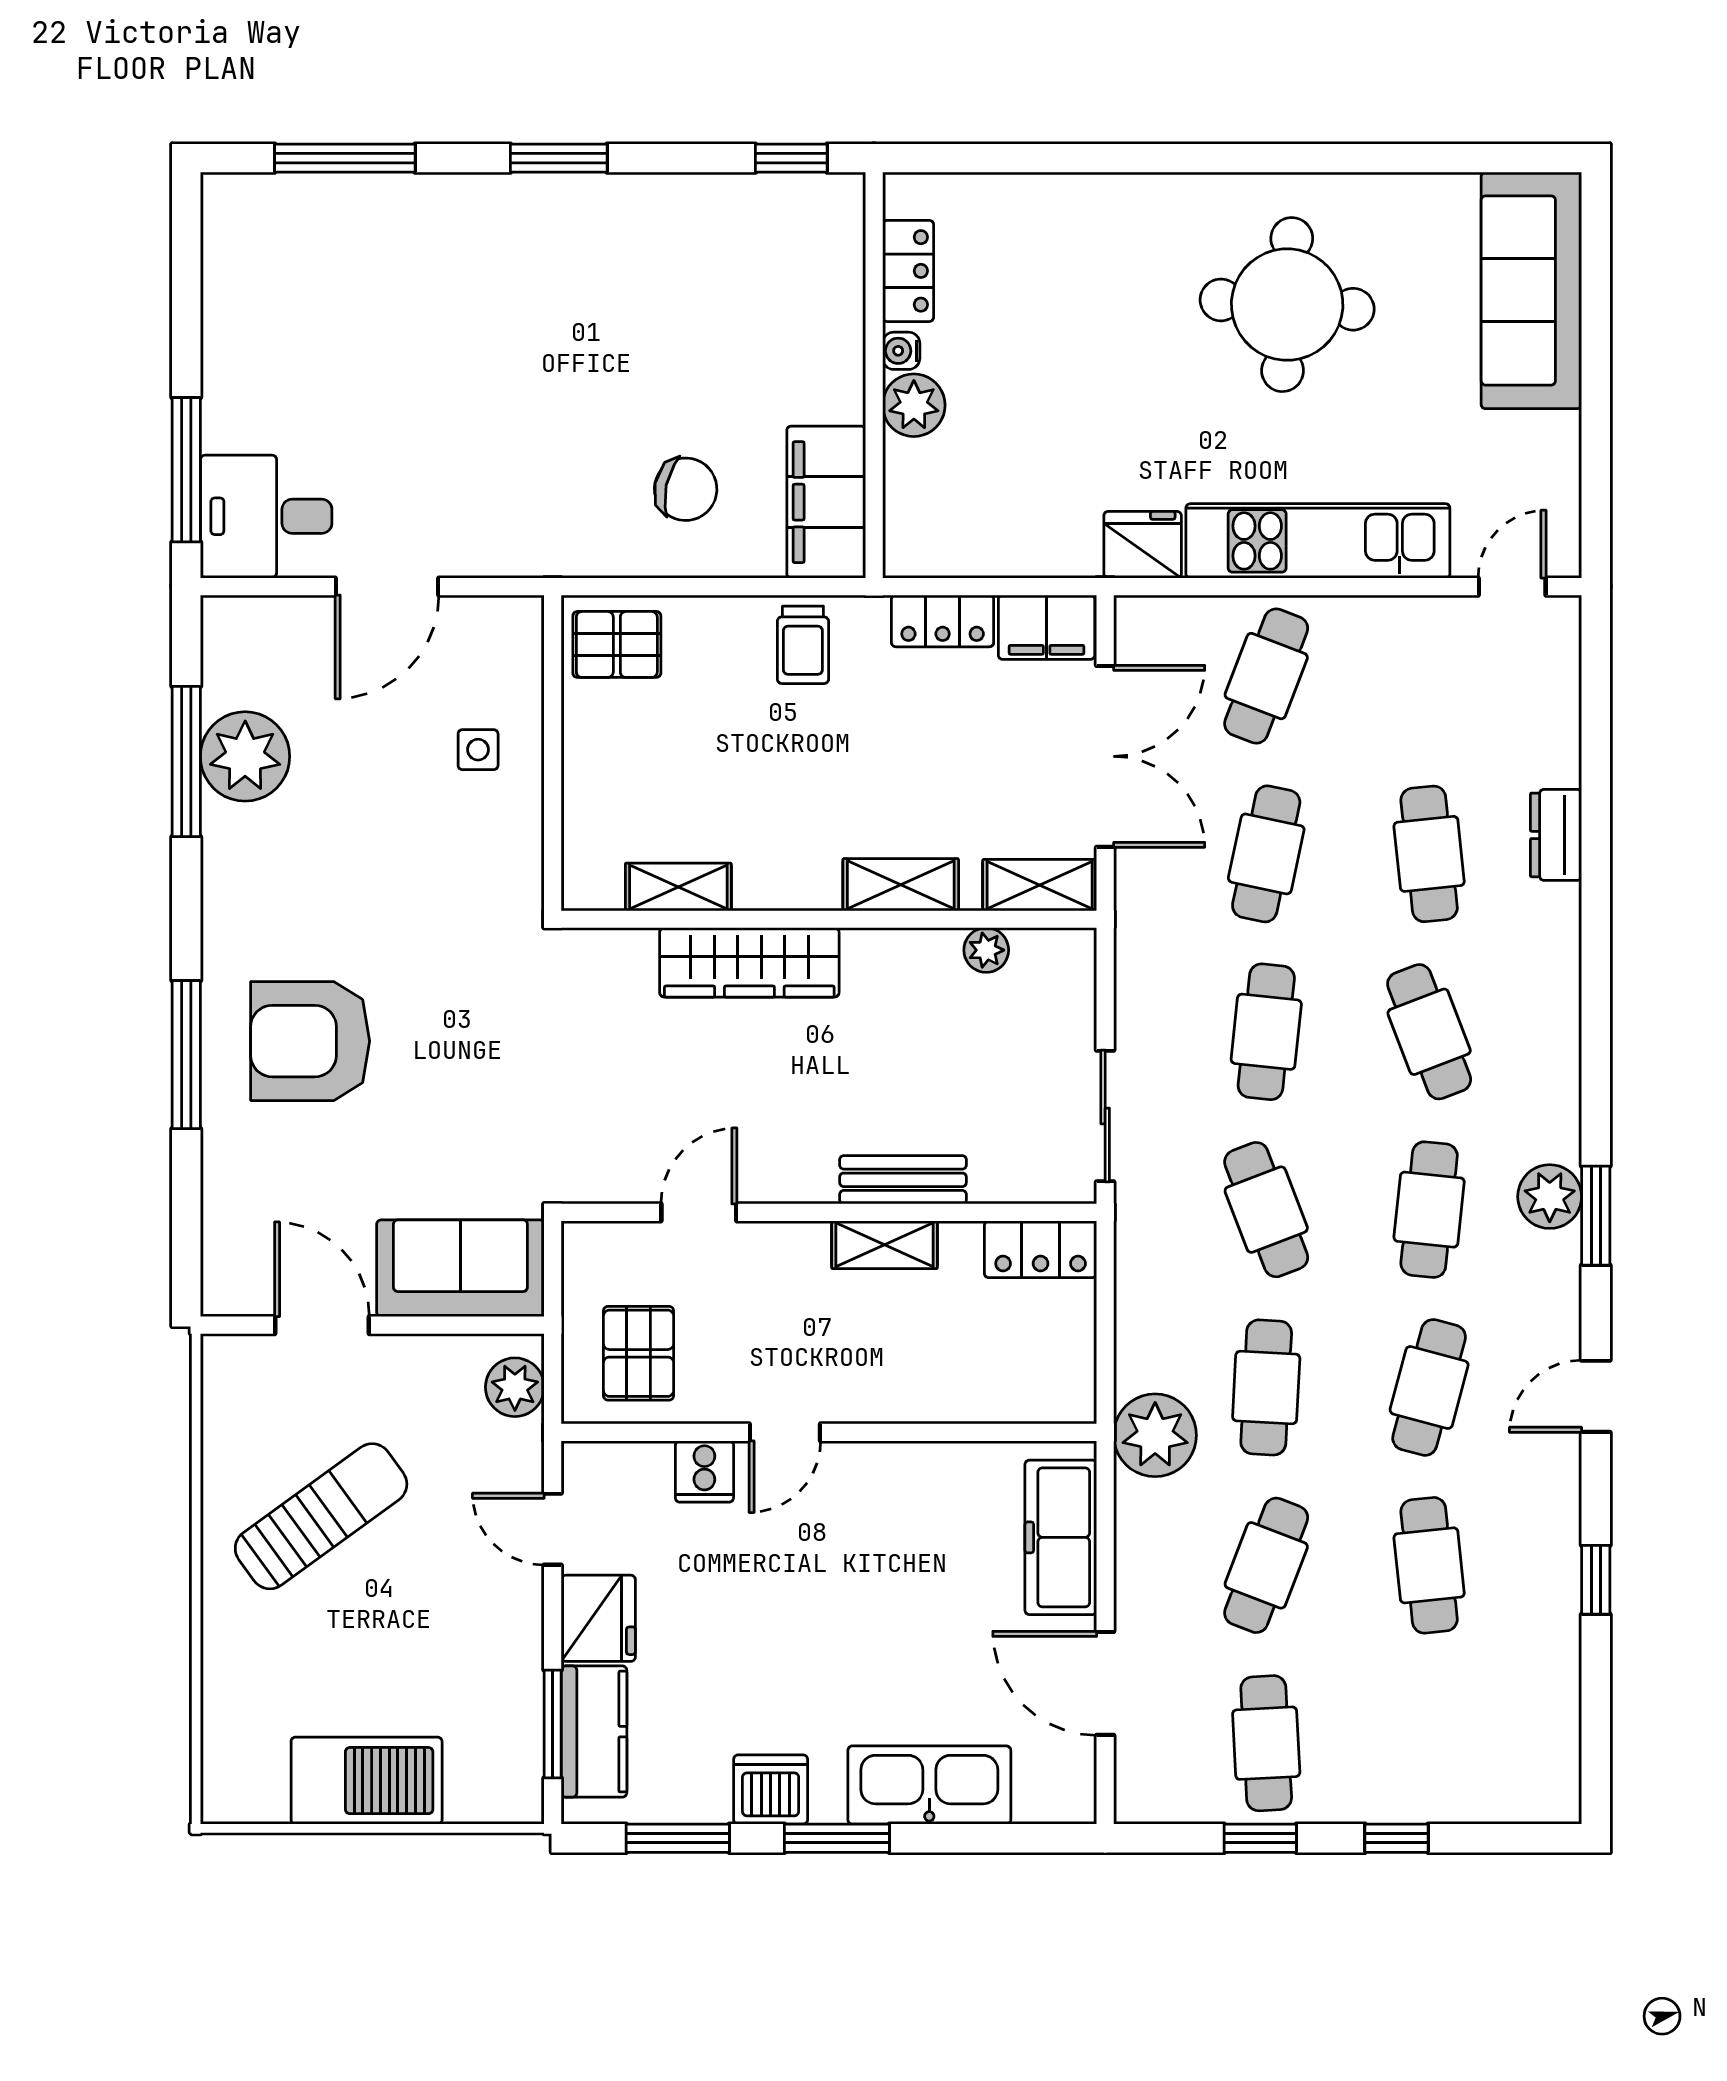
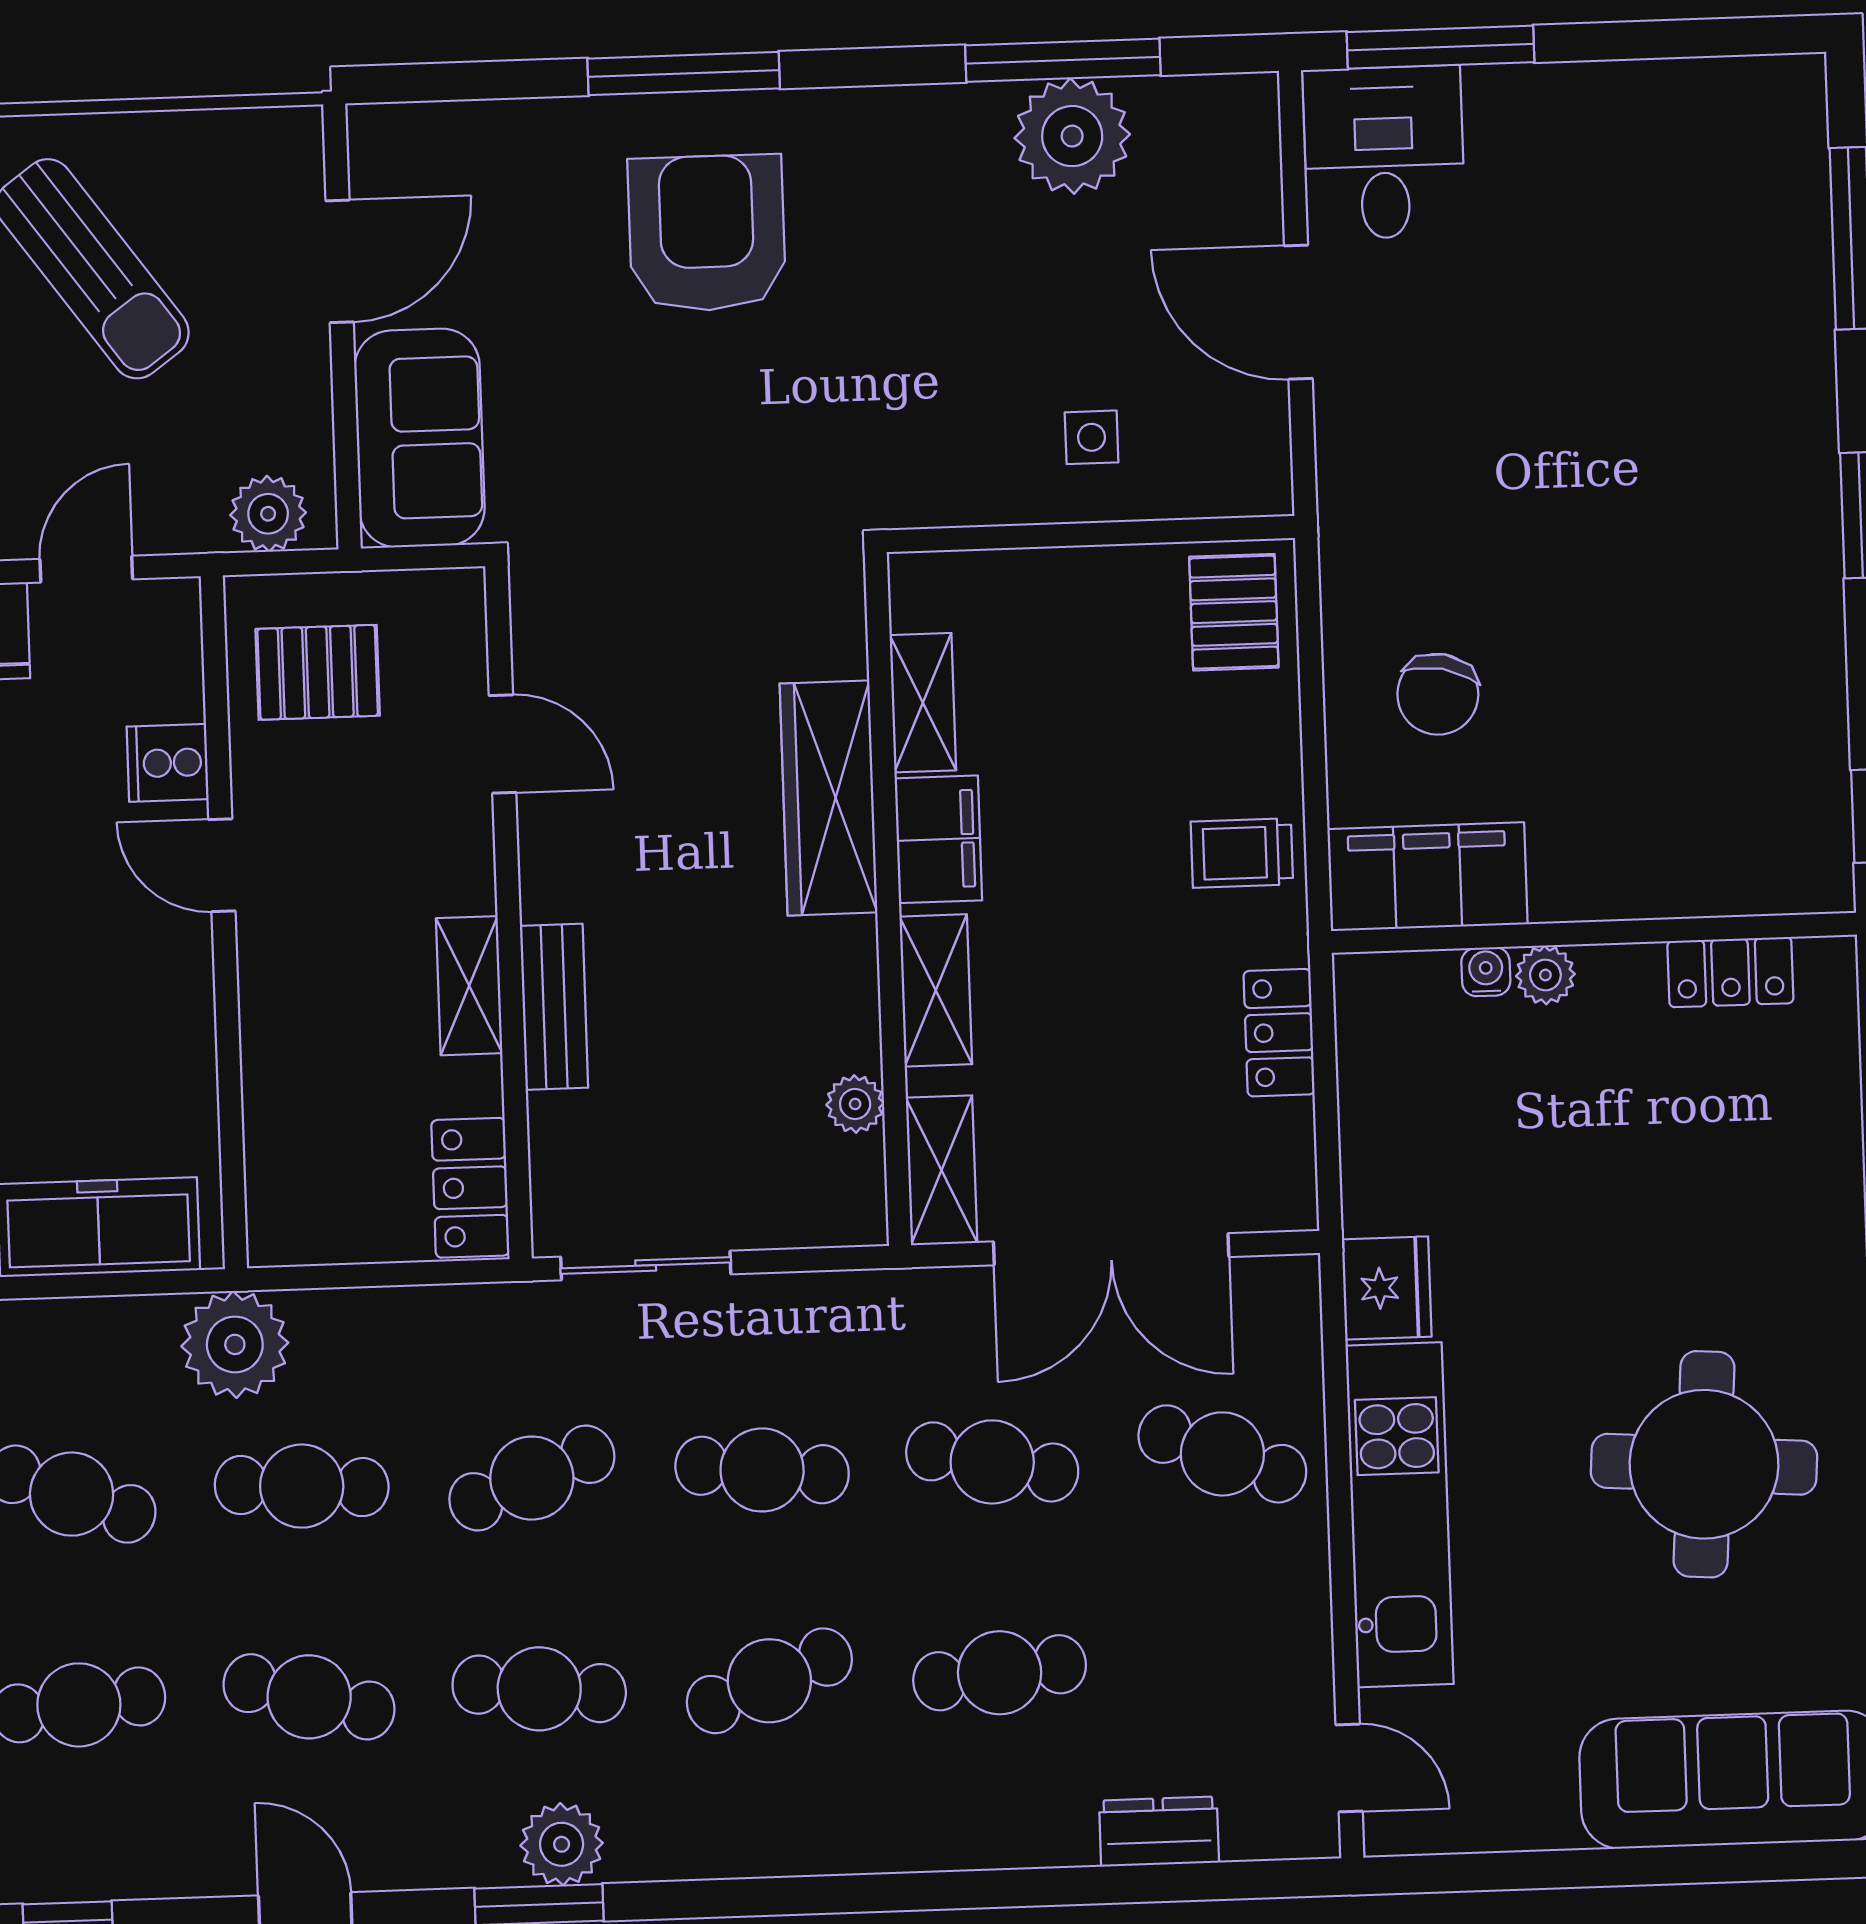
water cooler: (901, 351) -> (1486, 972), moved
plant: (914, 405) -> (1545, 975), width x0.73, depth x0.73
filing cabinet: (1047, 627) -> (938, 839), moved, turned 180
dresser: (1556, 835) -> (1159, 1832), moved

